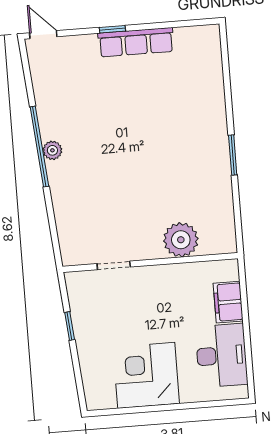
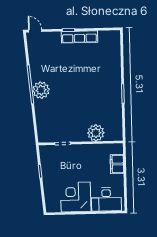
plant: (52, 150) -> (41, 90), width x1.88, depth x1.88
desk: (221, 355) -> (106, 199), moved, turned 90

